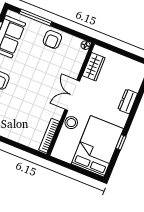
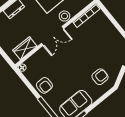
armchair: (52, 39) -> (44, 85), turned 90

